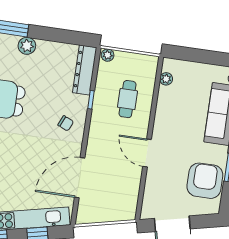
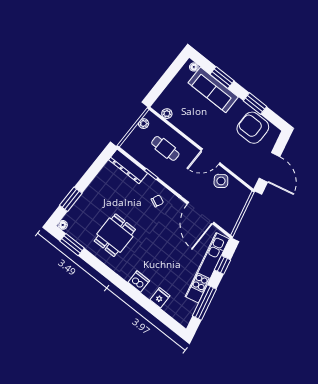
plant: (27, 46) -> (88, 197), removed
plant: (108, 55) -> (144, 124), moved
side table: (127, 180) -> (221, 181), added

